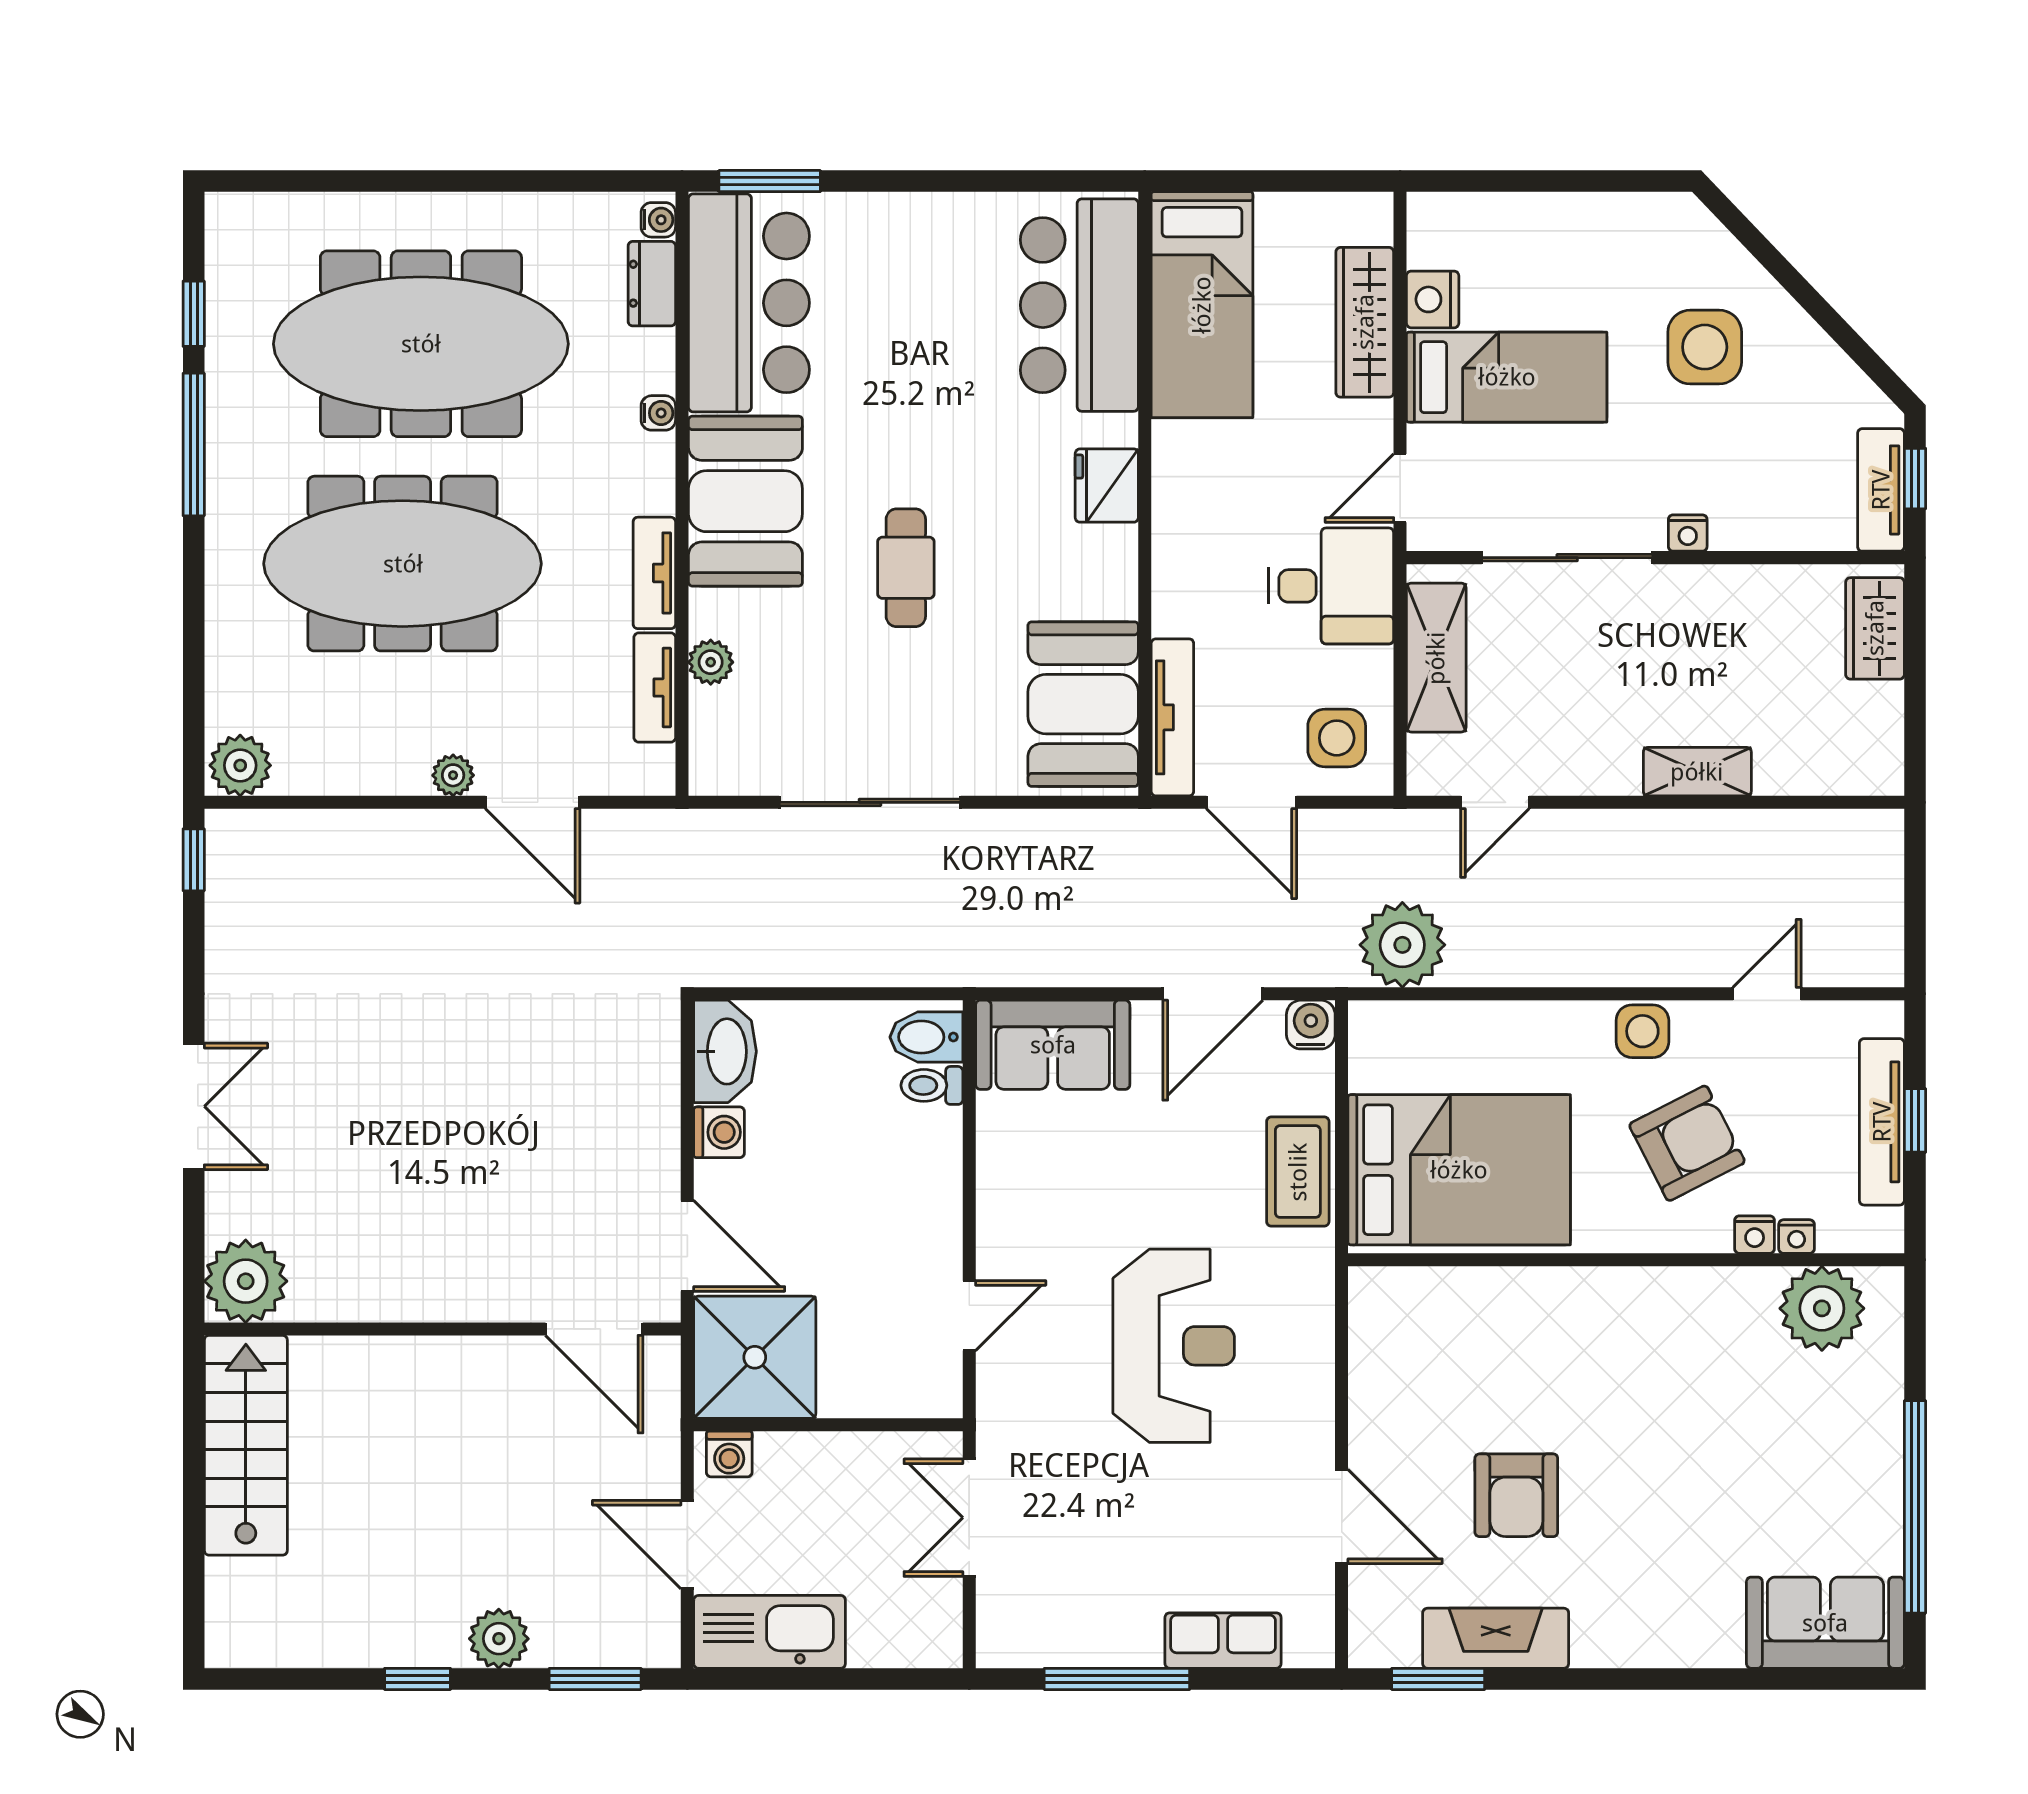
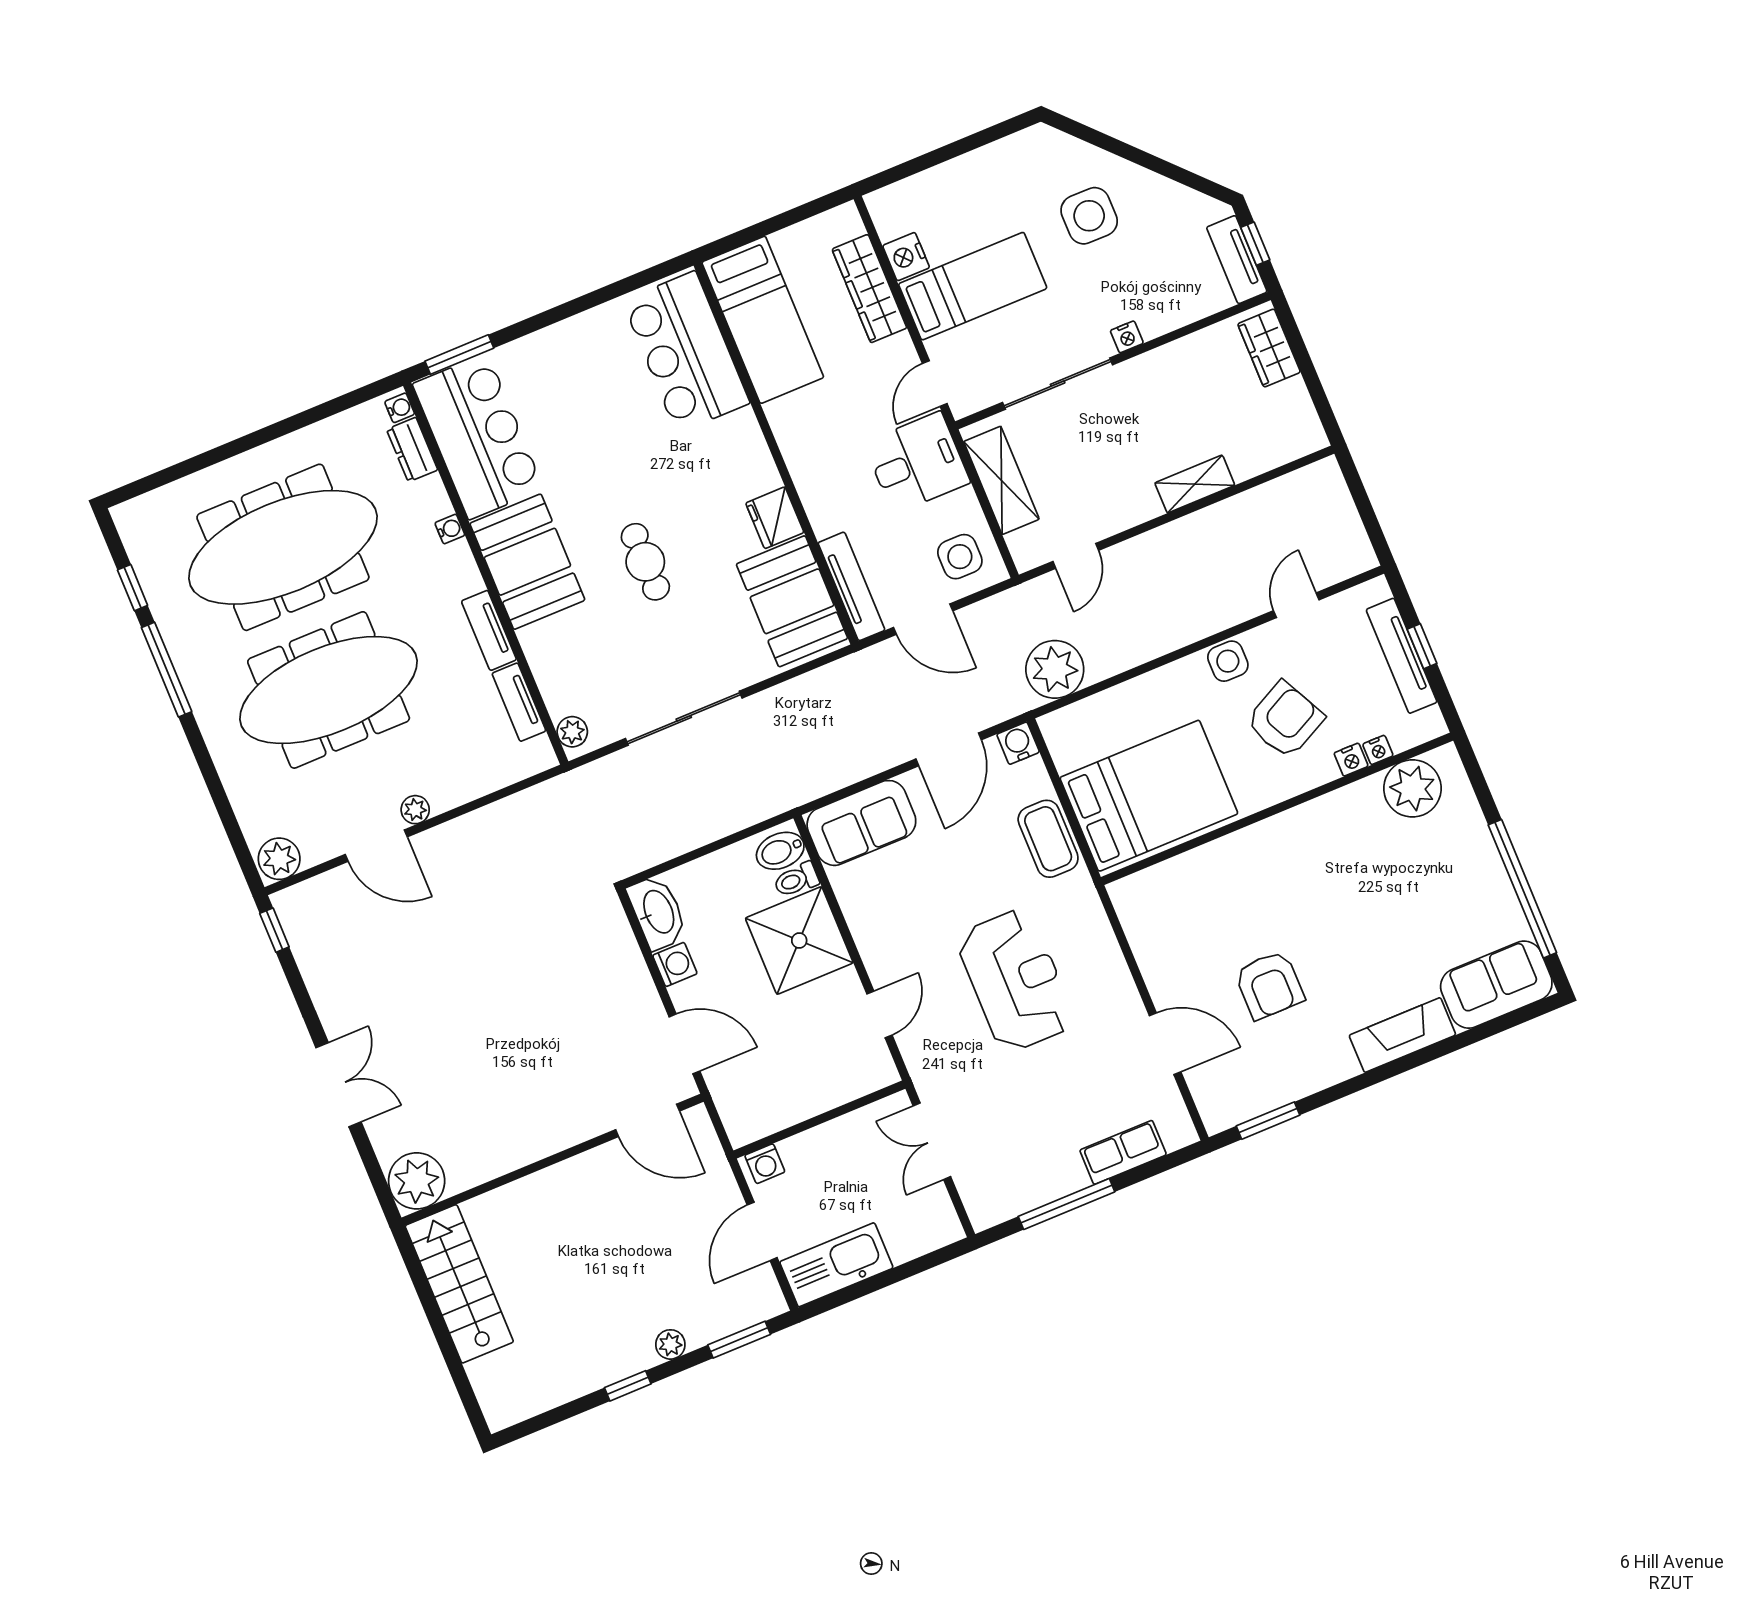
fridge: (1107, 486) -> (775, 518), moved
plant: (711, 662) -> (572, 732), moved
door: (533, 802) -> (376, 846), moved
shower: (755, 1357) -> (799, 941), moved
door: (687, 1545) -> (762, 1231), hinge flipped
fireplace: (1496, 1638) -> (1402, 1035), moved
plant: (499, 1639) -> (670, 1344), width x0.73, depth x0.73

